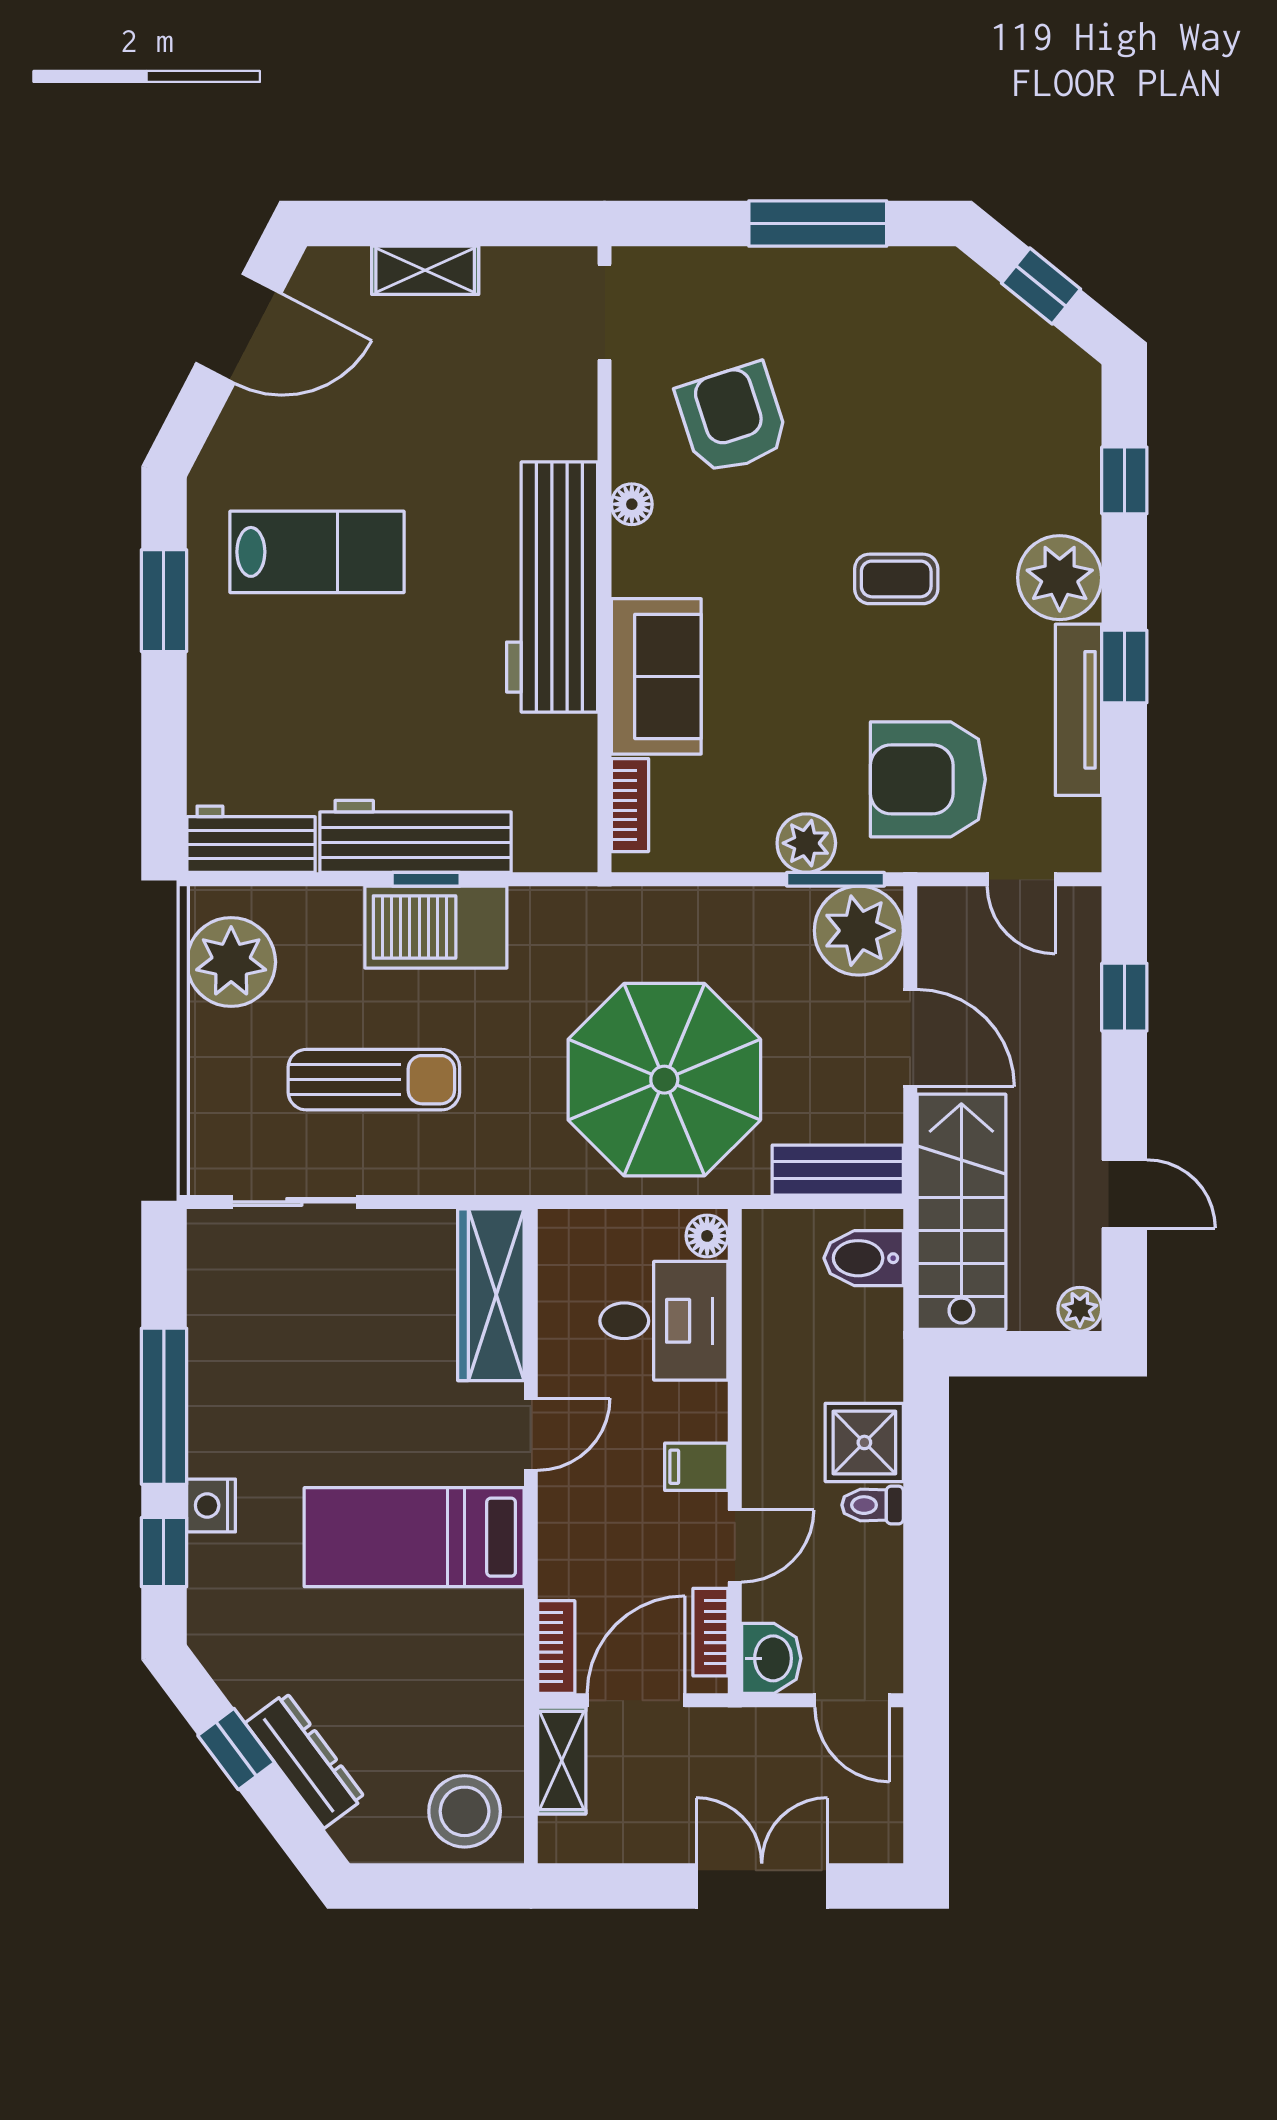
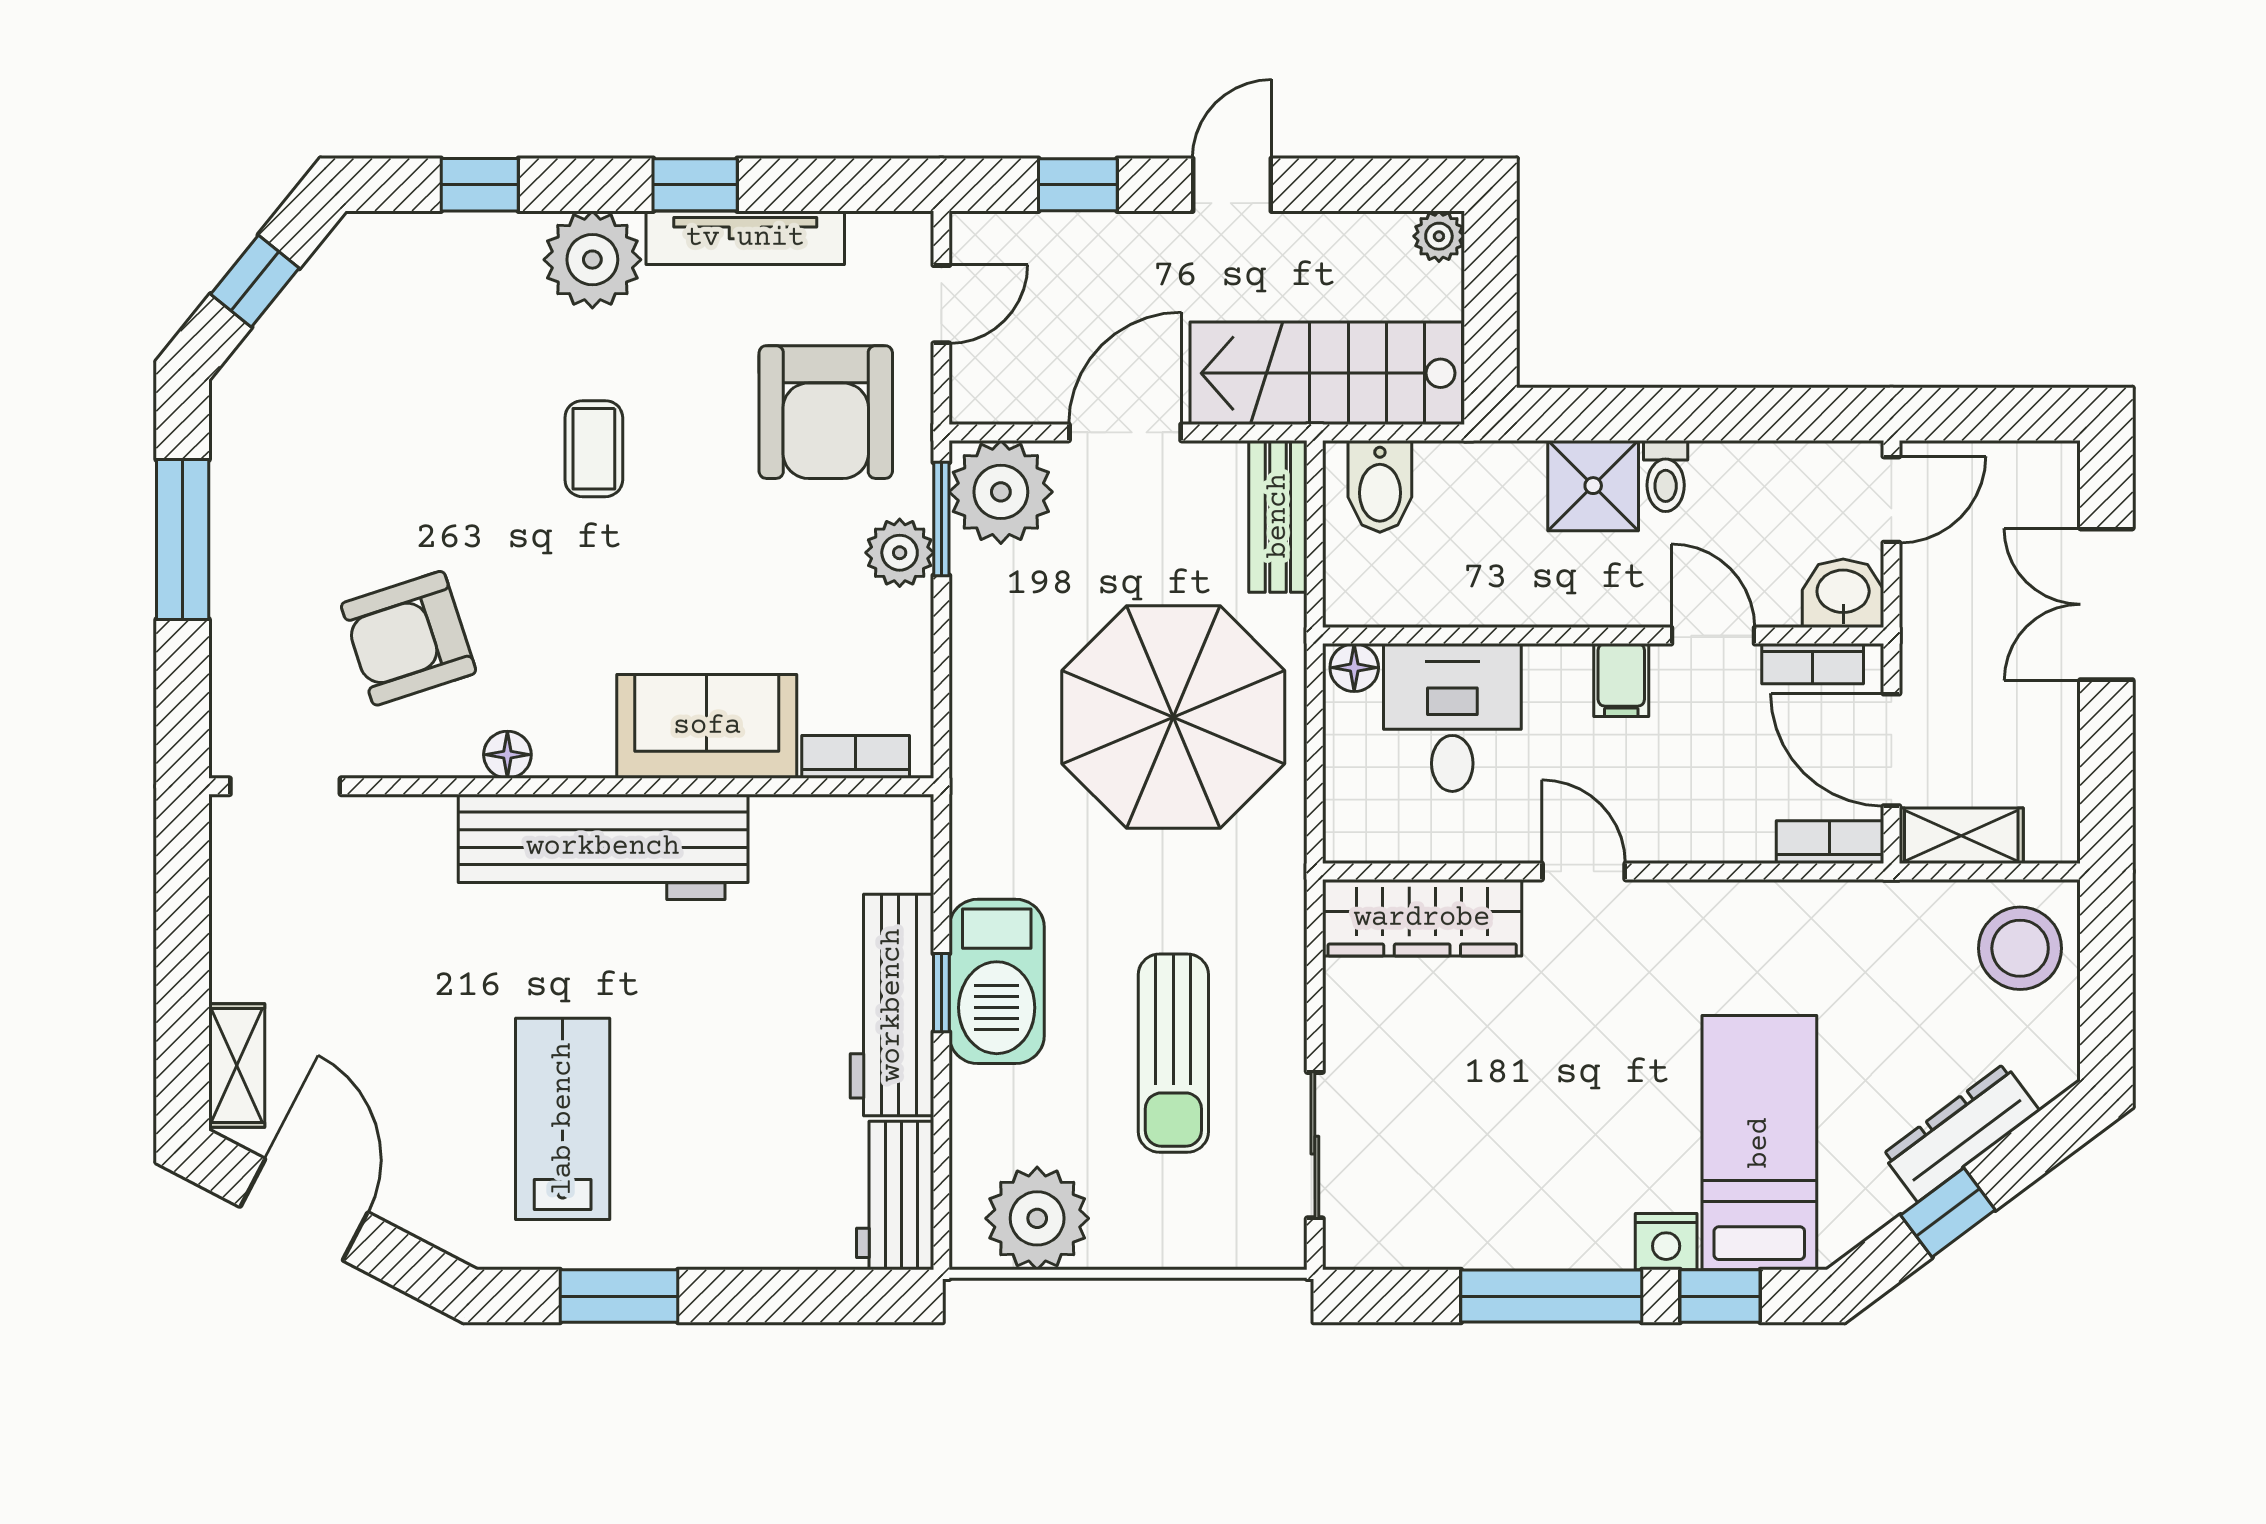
shelving: (425, 270) -> (237, 1066), moved
sun lounger: (374, 1080) -> (1173, 1053), turned 180
door: (1124, 1194) -> (1232, 185), moved
bed: (414, 1537) -> (1759, 1143), moved, turned 180

